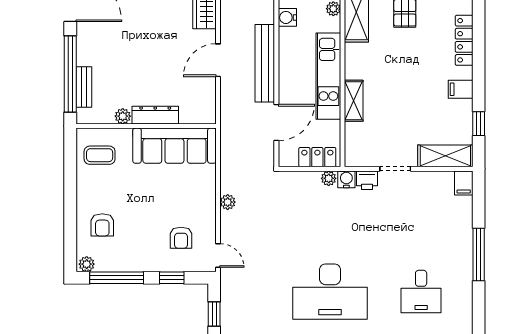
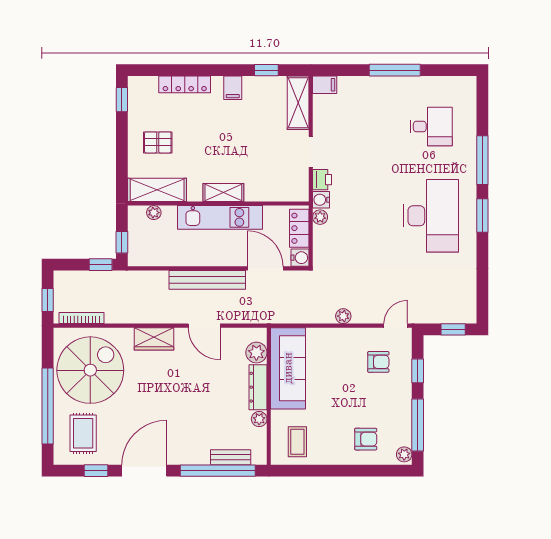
water cooler: (287, 17) -> (300, 258), moved, turned -90
shelving: (354, 101) -> (223, 193), moved
plant: (191, 113) -> (256, 353), added

